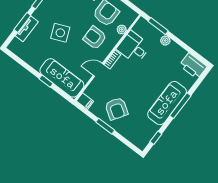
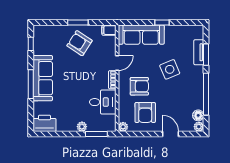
plant: (122, 29) -> (123, 127), moved
window: (46, 81) -> (162, 22), moved

